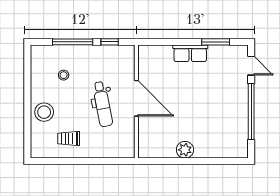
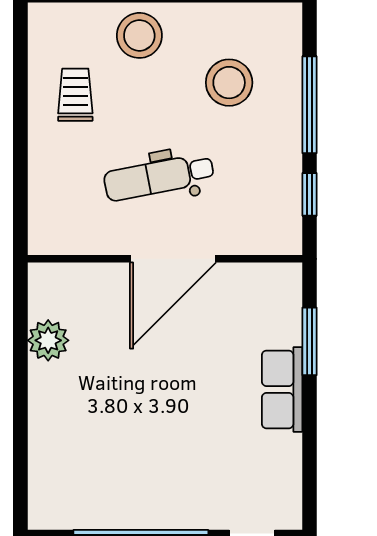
window: (216, 42) -> (309, 341), moved
stool: (64, 75) -> (229, 83), width x1.89, depth x1.89
plant: (185, 150) -> (48, 340), moved

